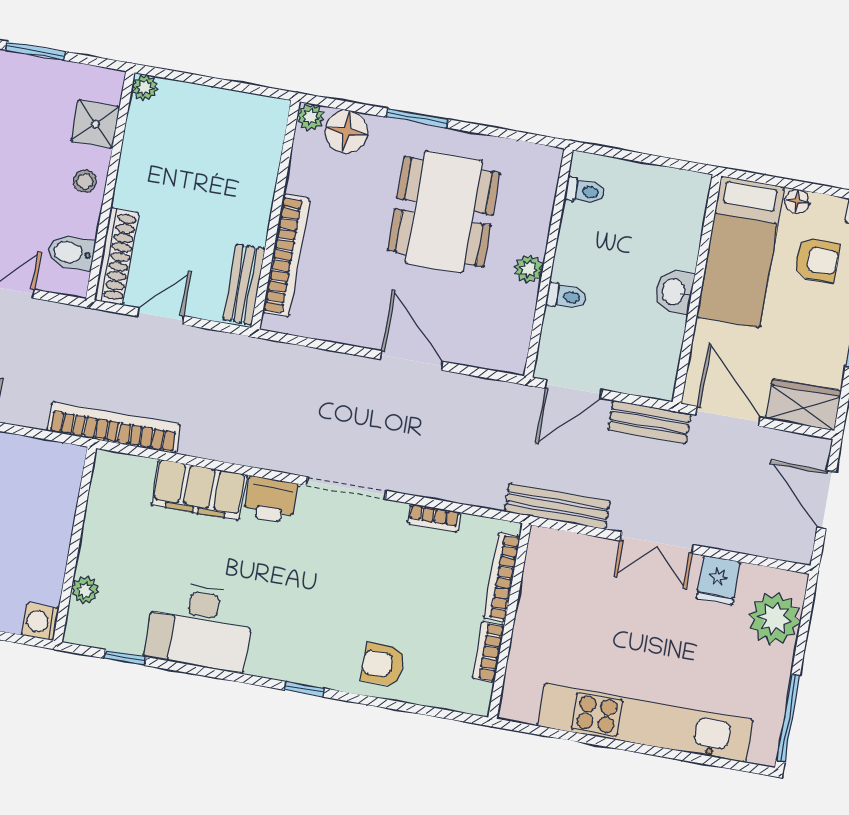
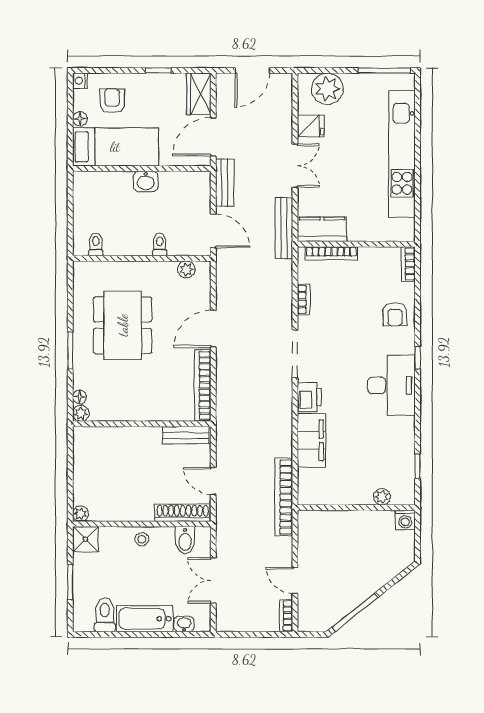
shower: (95, 124) -> (85, 539), moved
floor lamp: (346, 132) -> (80, 397), width x0.53, depth x0.53
dining table: (444, 212) -> (123, 325), turned 90
bookcase: (286, 256) -> (203, 386), moved, turned -90
plant: (529, 269) -> (186, 269), moved
kitchen counter: (544, 569) -> (322, 229), added
desk: (200, 626) -> (391, 385), moved
bookcase: (488, 652) -> (408, 264), moved, turned 90

